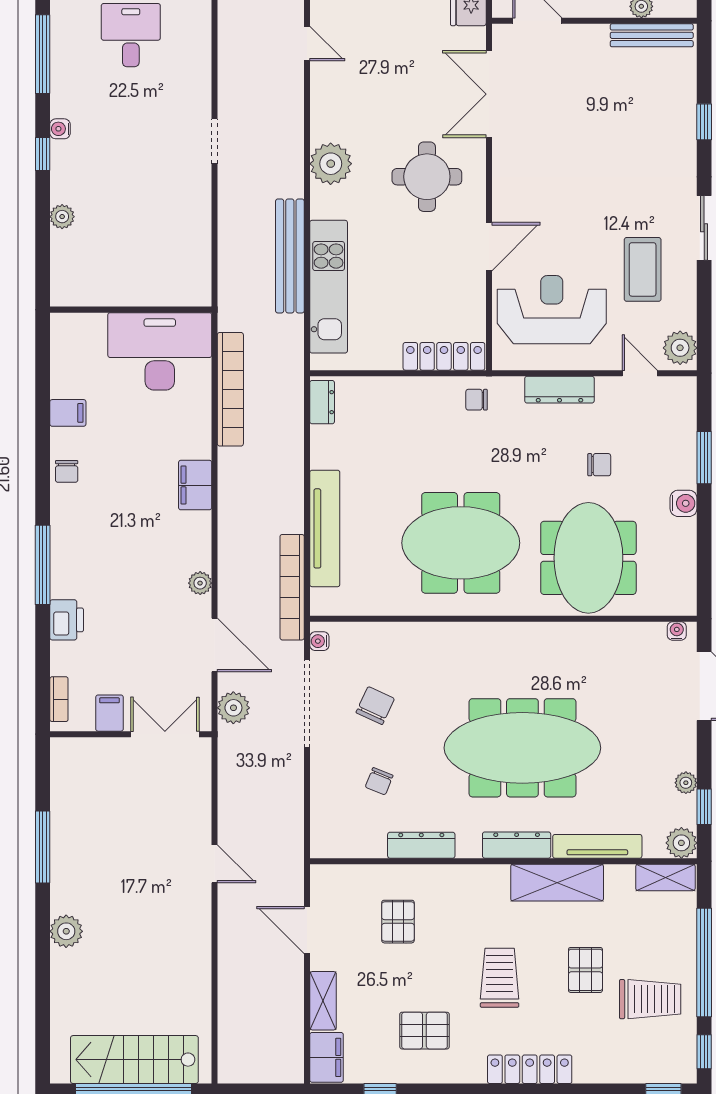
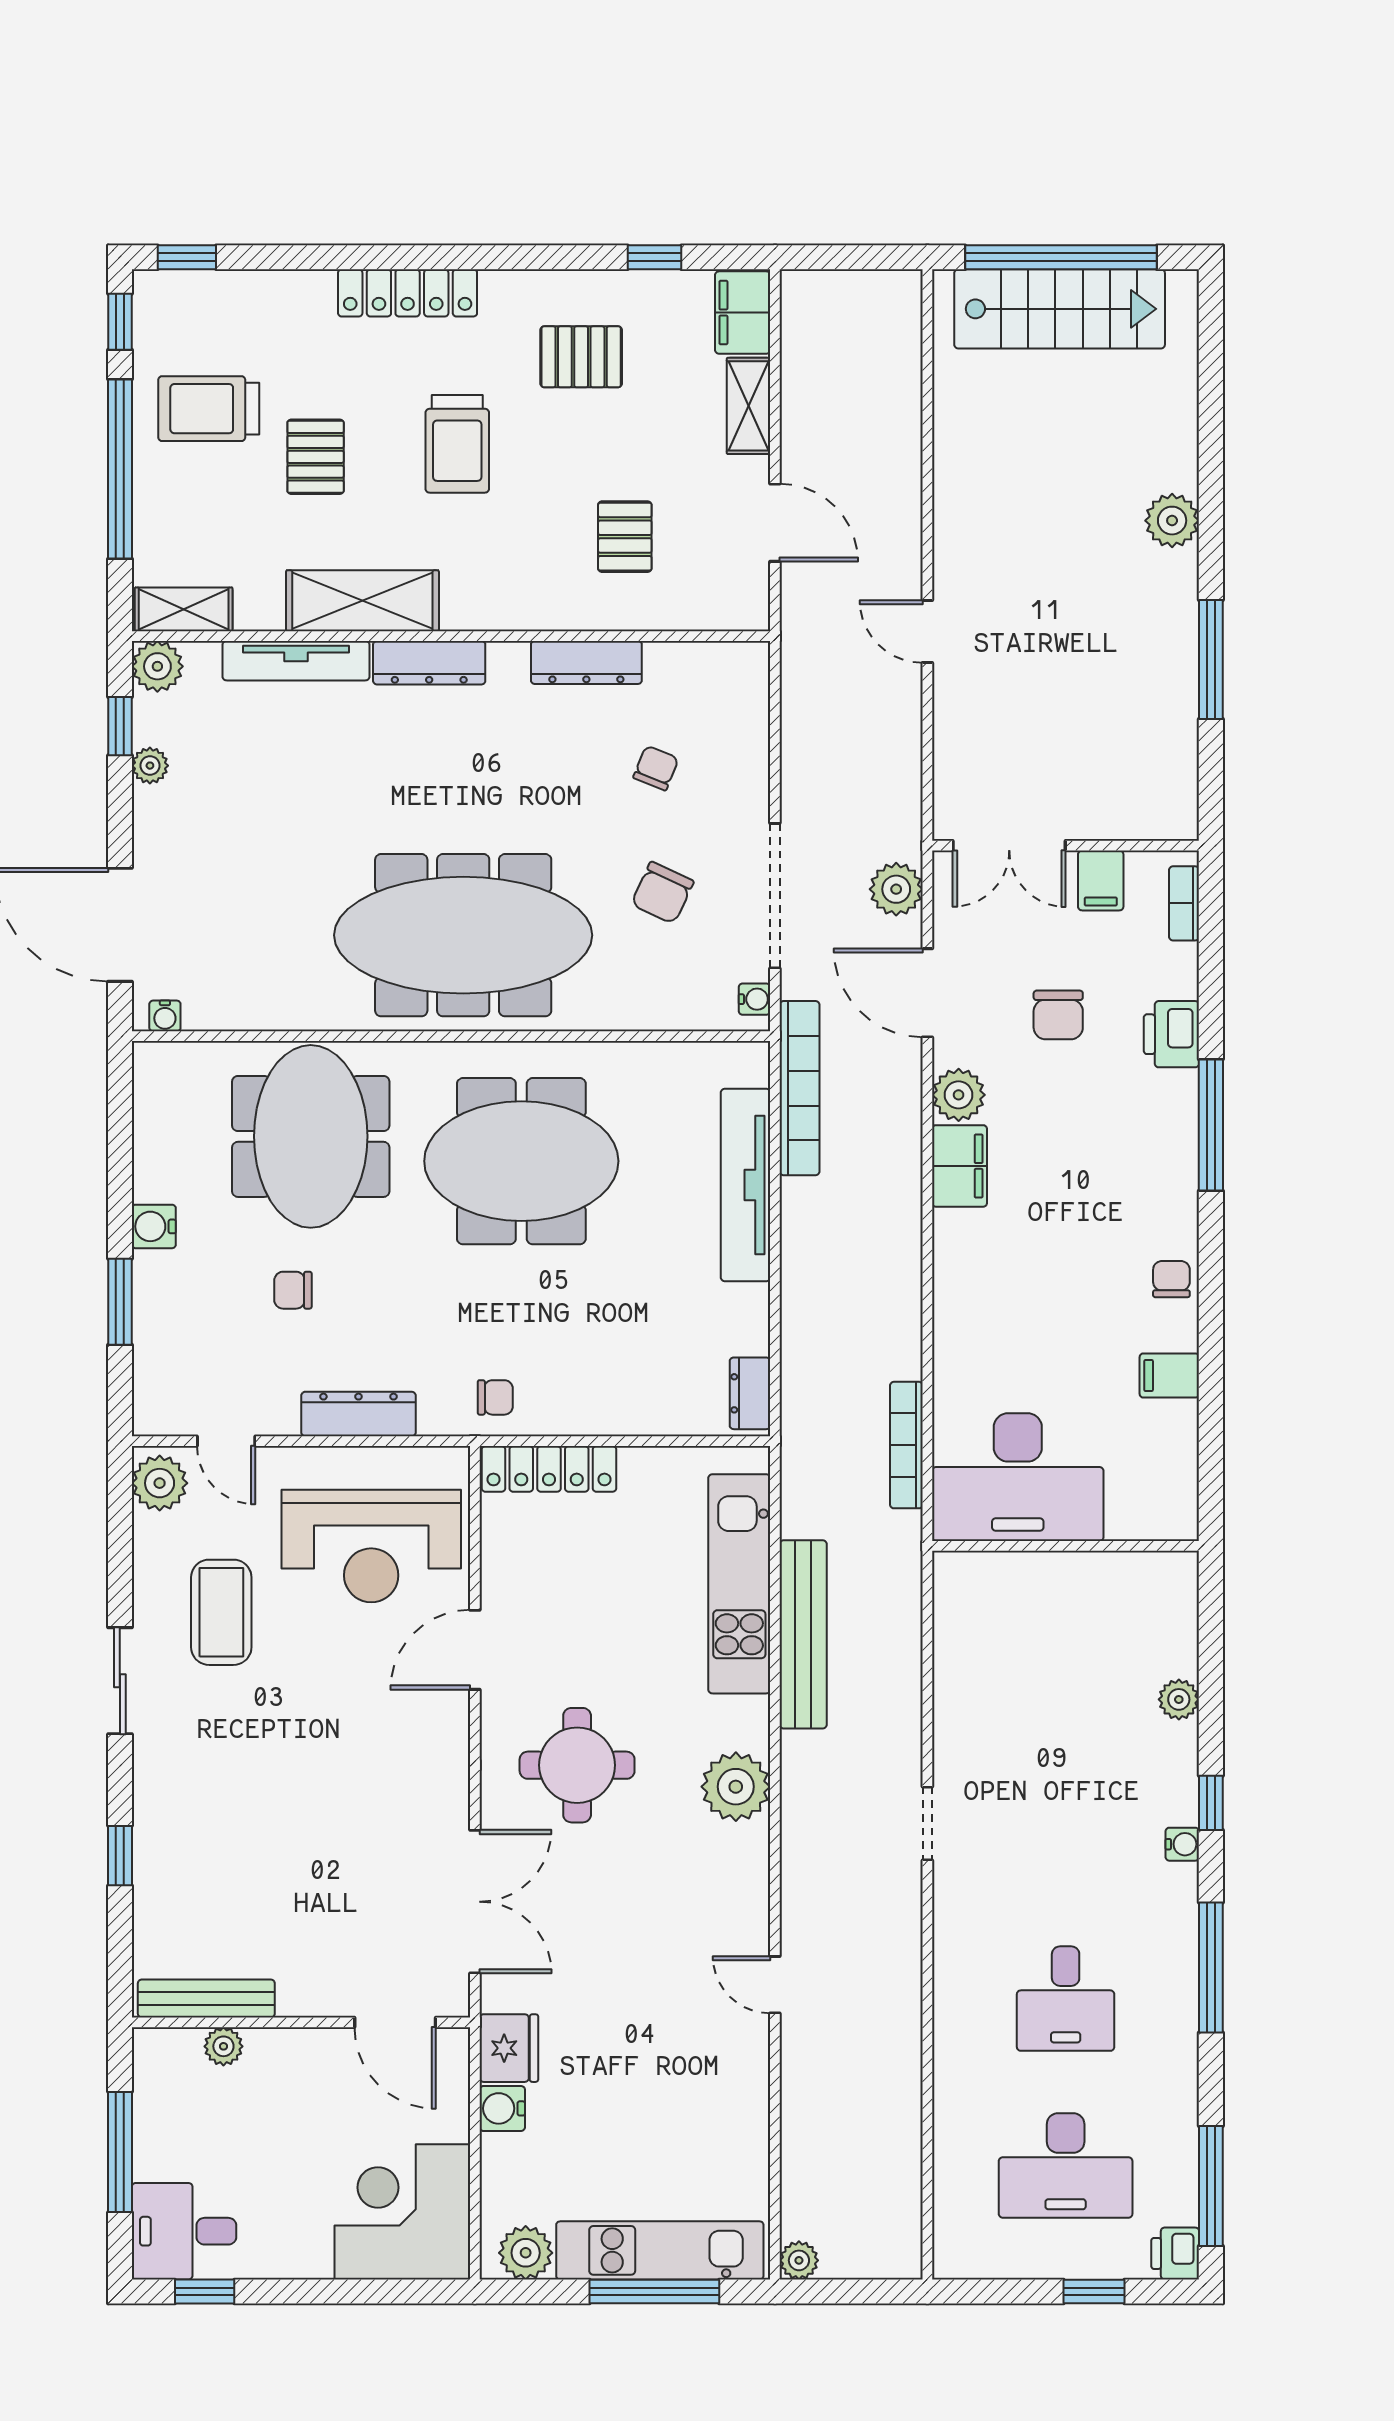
bookcase: (230, 389) -> (906, 1445), width x0.68, depth x0.76
filing cabinet: (195, 485) -> (959, 1166), moved
plant: (200, 583) -> (959, 1095), width x1.38, depth x1.38
chair: (135, 632) -> (1058, 1015), added
meeting table: (522, 748) -> (463, 935), moved

